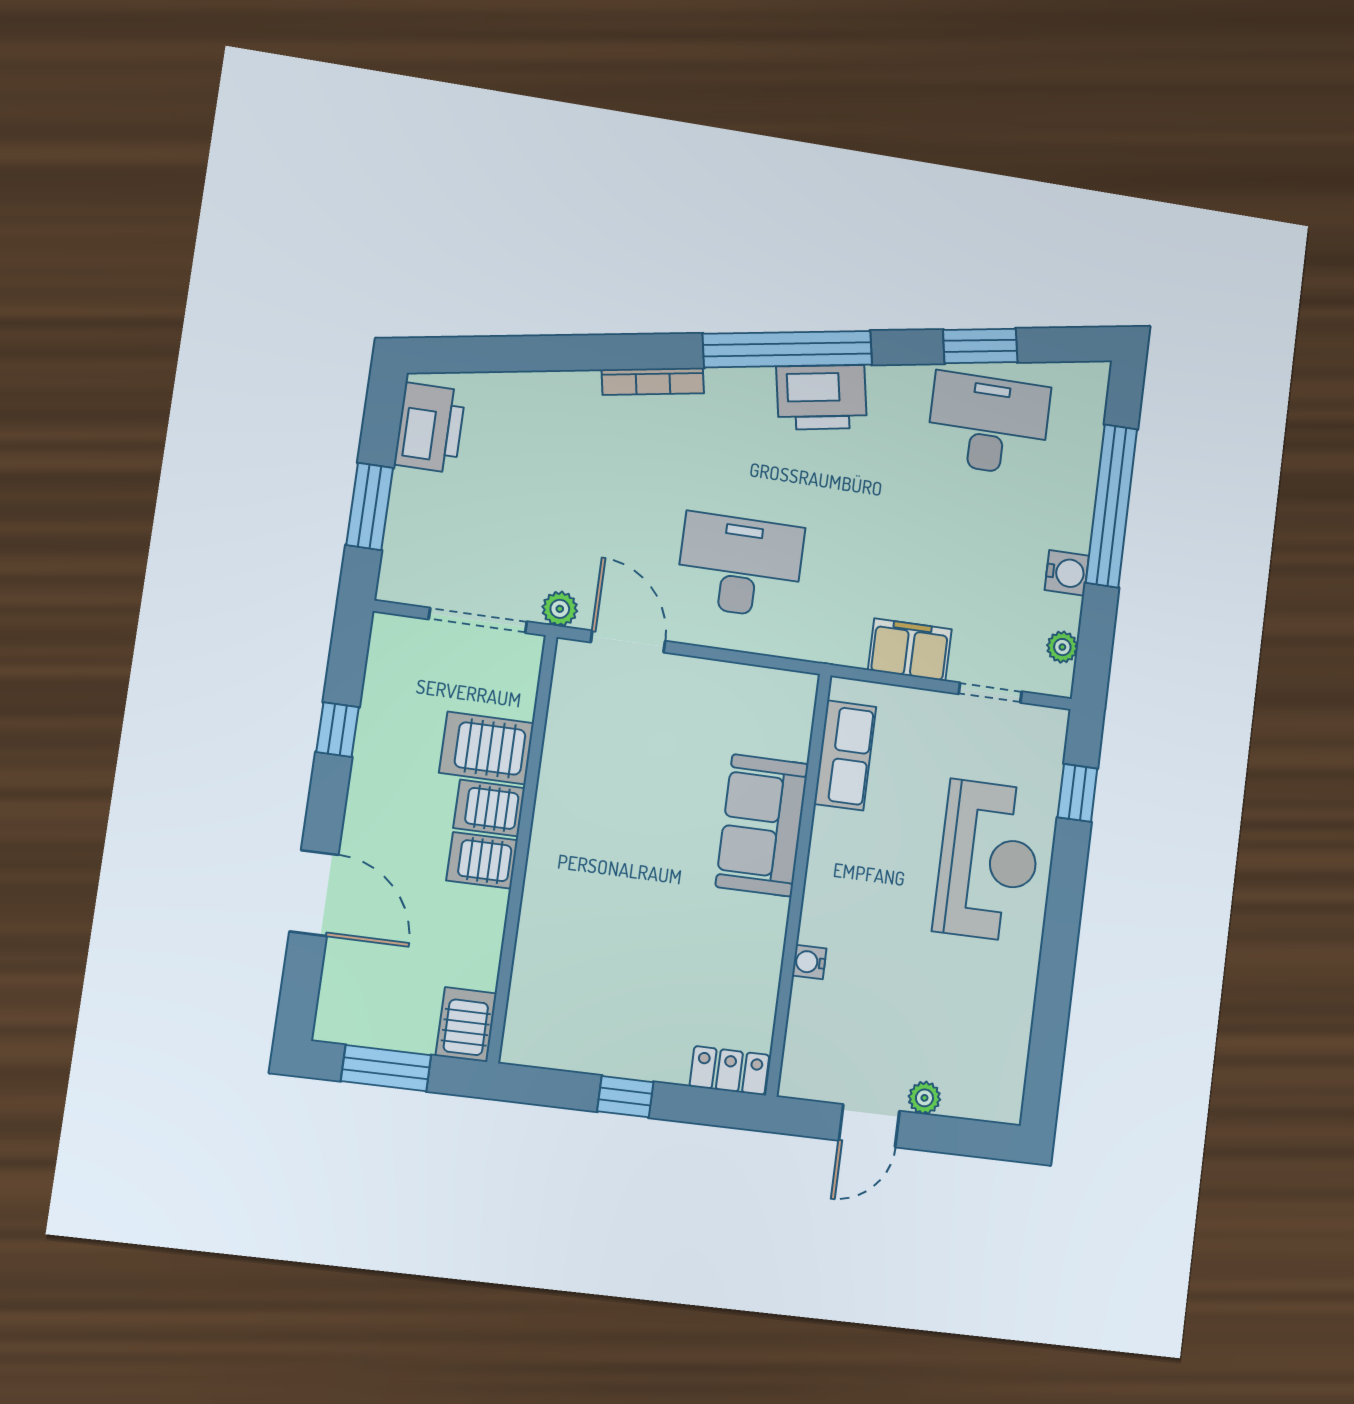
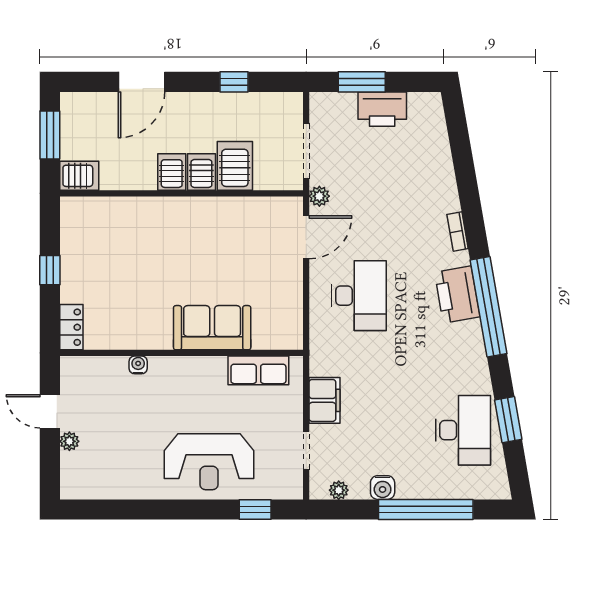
bookcase: (653, 381) -> (458, 231), width x0.64
printer: (822, 397) -> (457, 295), moved
printer: (430, 428) -> (382, 109), moved

